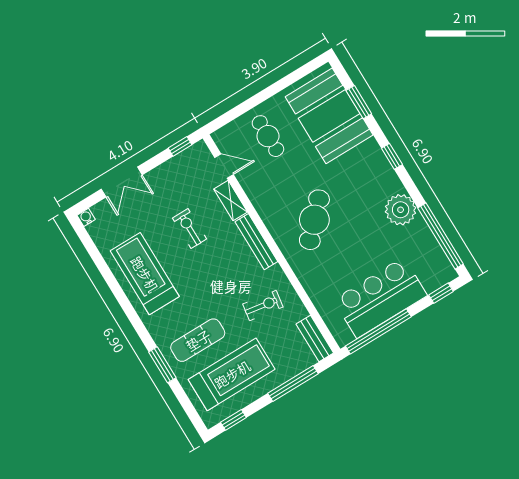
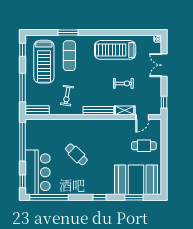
plant: (401, 210) -> (72, 186), removed
cafe table: (314, 220) -> (76, 154), moved, width x0.73, depth x0.74
treadmill: (145, 274) -> (115, 50), turned 180
bar counter: (380, 298) -> (38, 172), moved

